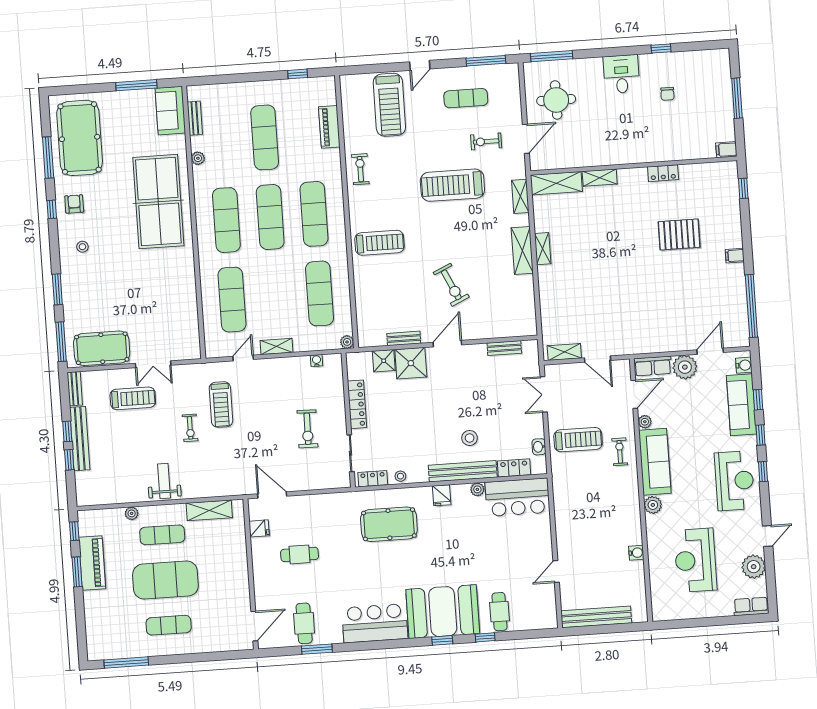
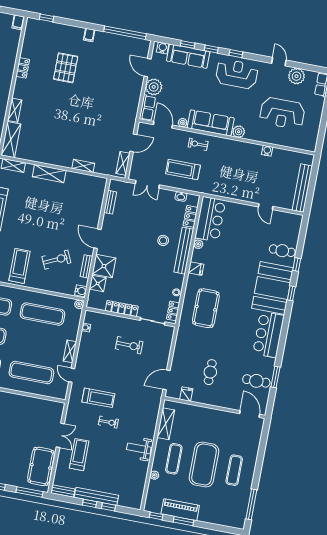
shelving: (543, 249) -> (83, 166), moved
exercise bike: (451, 285) -> (56, 260), moved
water cooler: (367, 339) -> (81, 291), added
treadmill: (578, 440) -> (183, 169), turned -90

